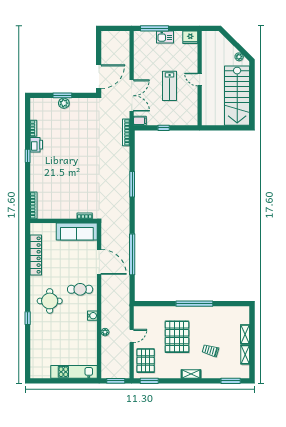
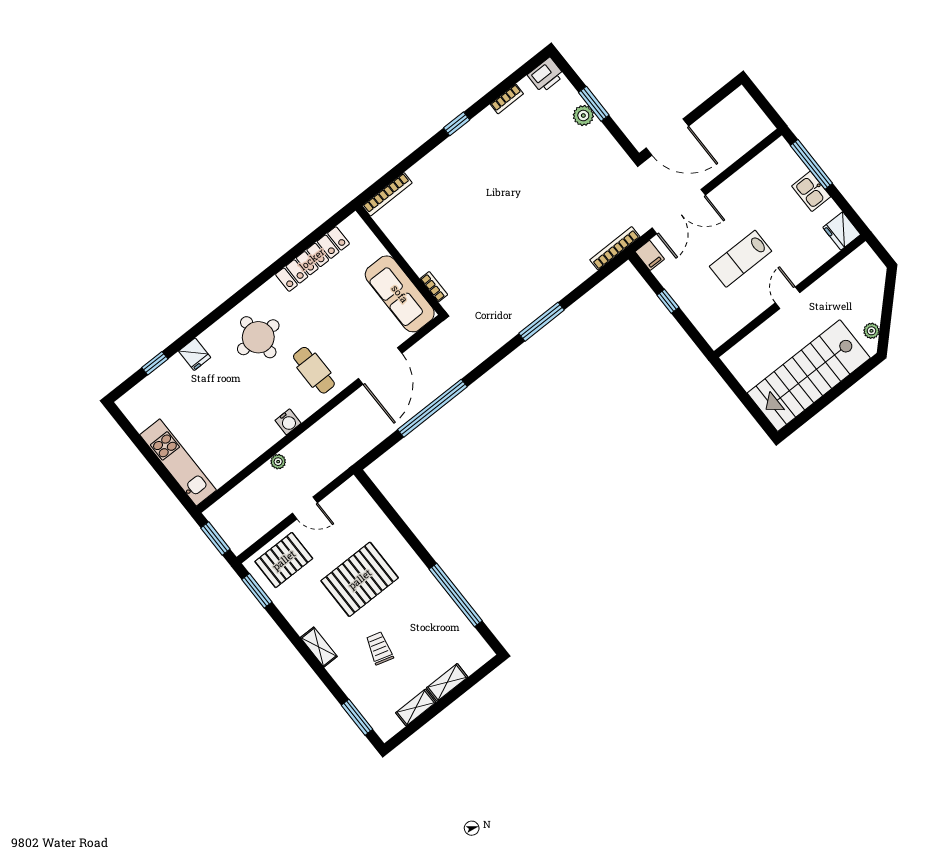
printer: (36, 145) -> (546, 75), moved
window: (194, 304) -> (456, 595), moved
window: (28, 318) -> (155, 363), moved
fridge: (36, 331) -> (195, 354), added

